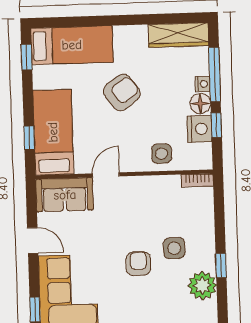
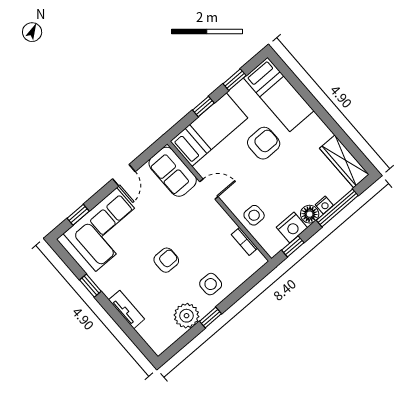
window: (27, 57) -> (235, 80), moved
armchair: (122, 92) -> (264, 143), moved, turned -54
window: (216, 125) -> (293, 246), moved
window: (29, 138) -> (203, 107), moved
bookcase: (197, 180) -> (244, 241), moved
side table: (174, 248) -> (211, 284), moved

